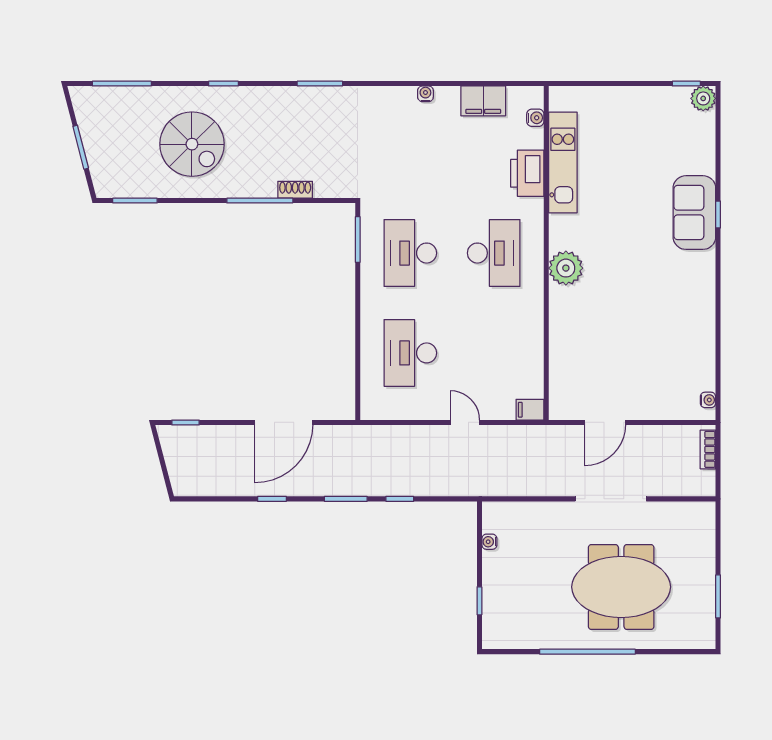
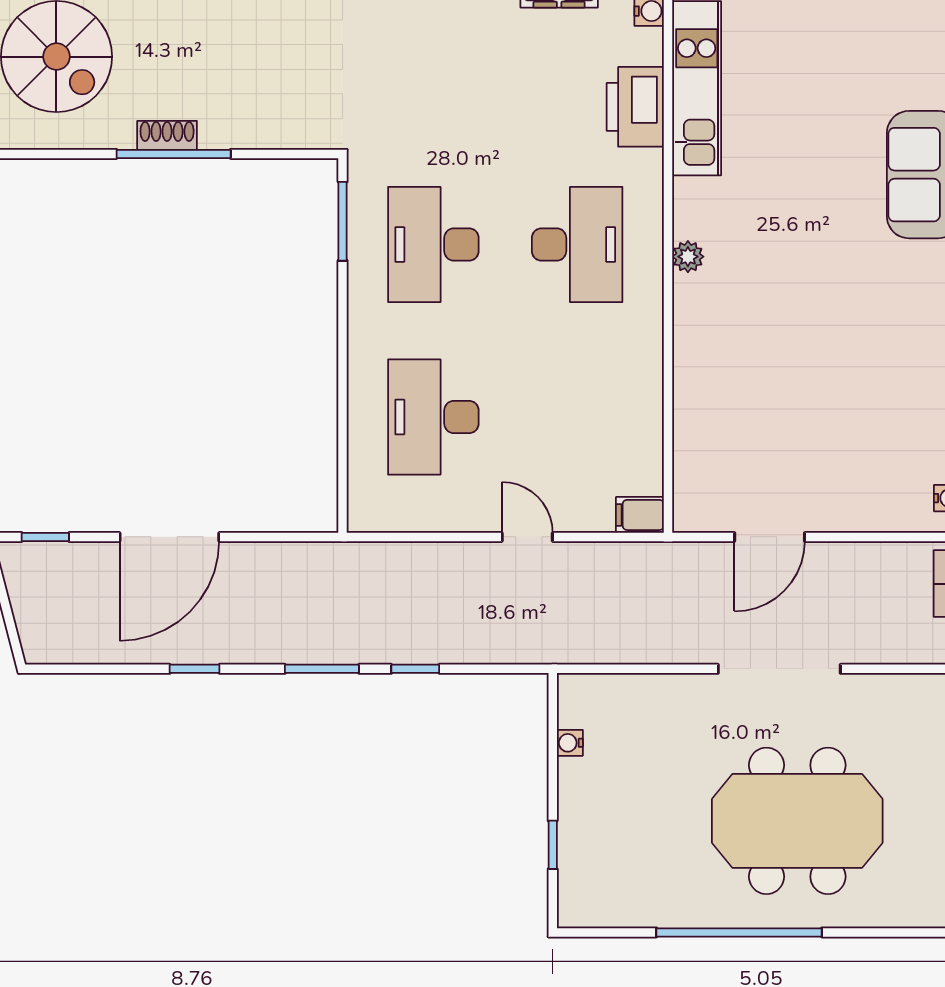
shoe rack: (295, 190) -> (167, 135), moved
plant: (566, 268) -> (688, 257), width x0.53, depth x0.53
door: (284, 422) -> (169, 537), moved

